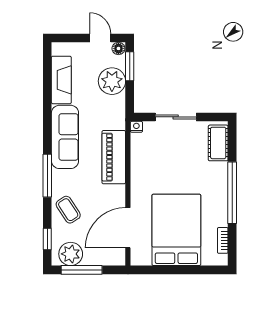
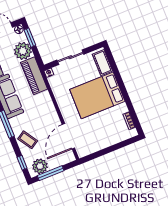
piano: (114, 157) -> (34, 76), moved
window: (232, 193) -> (123, 89), removed
bed: (176, 230) -> (97, 95), moved, turned -90

